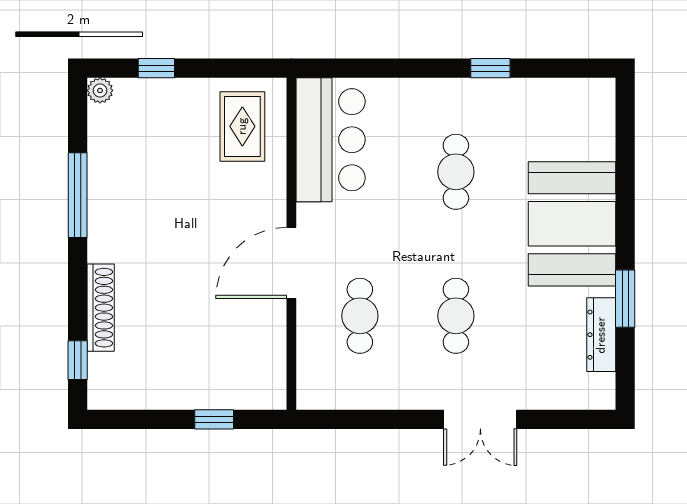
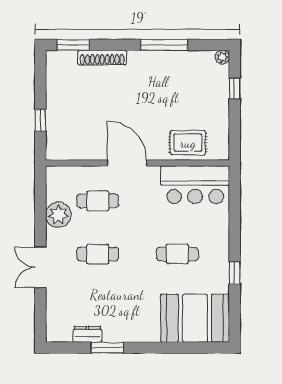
rug: (242, 126) -> (188, 143), moved
booth: (572, 224) -> (195, 318), moved
dresser: (601, 335) -> (87, 334), width x0.70
window: (78, 360) -> (73, 45), width x1.50
plant: (385, 387) -> (58, 215), added

